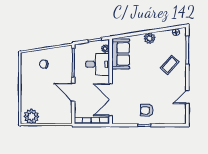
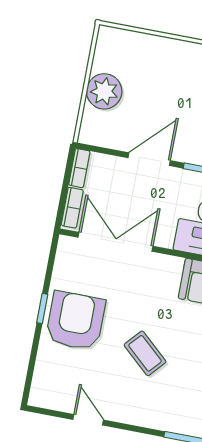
coffee table: (170, 65) -> (145, 353), moved
armchair: (147, 110) -> (75, 321), width x1.88, depth x1.88
plant: (31, 116) -> (104, 91), moved

